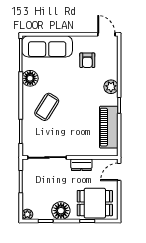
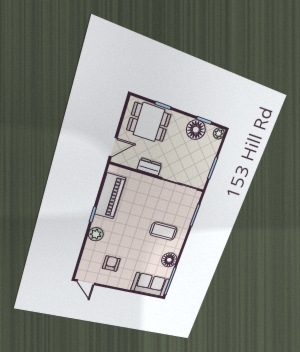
sofa: (47, 46) -> (150, 285), width x0.73
coffee table: (47, 107) -> (163, 231), turned 58
floor lamp: (61, 211) -> (196, 130), moved

